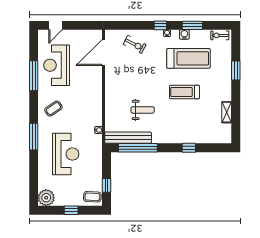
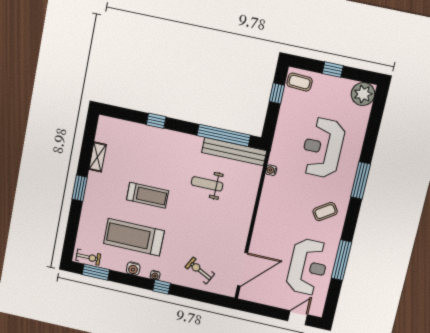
window: (192, 25) -> (96, 272), moved
window: (236, 71) -> (80, 188), moved

